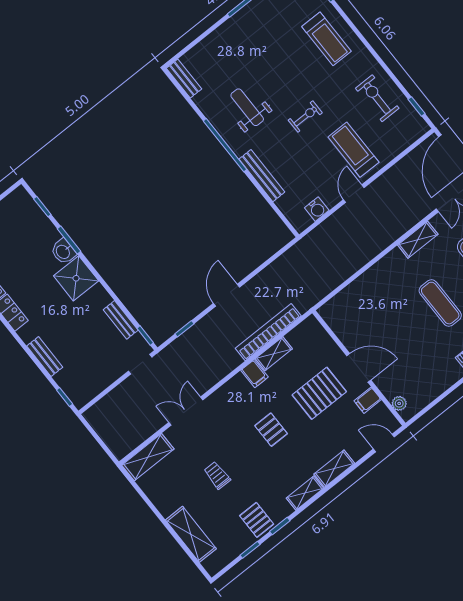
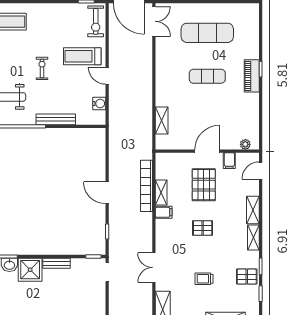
exercise bike: (377, 98) -> (96, 21), moved, turned -90
shelving: (418, 240) -> (162, 120), moved
bench: (121, 320) -> (56, 263), moved

